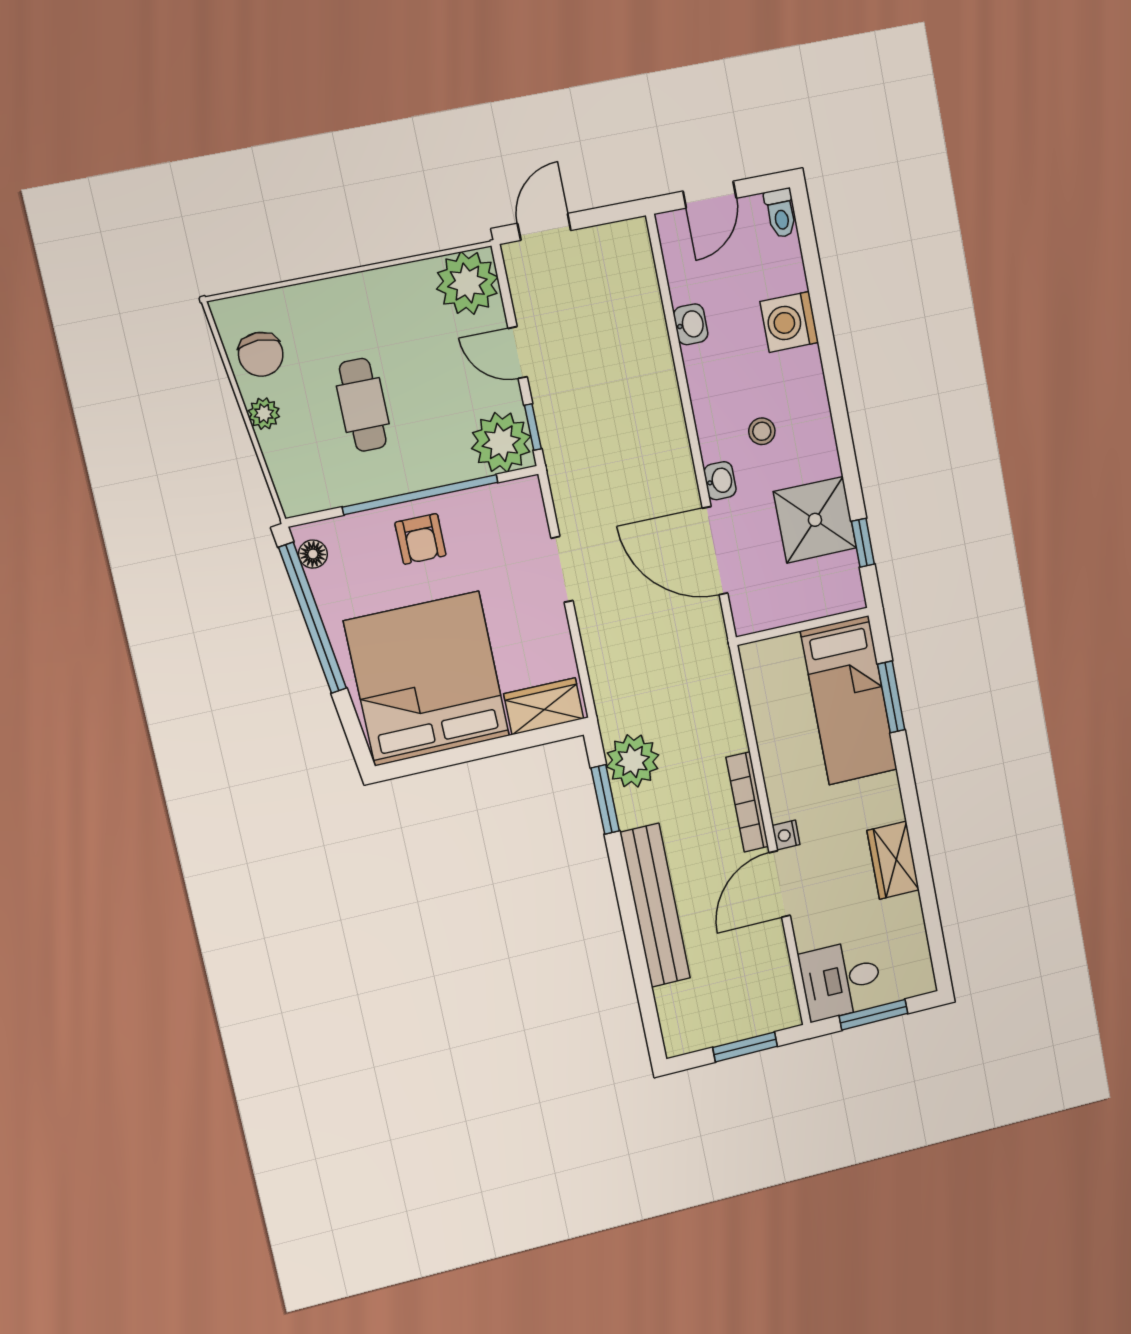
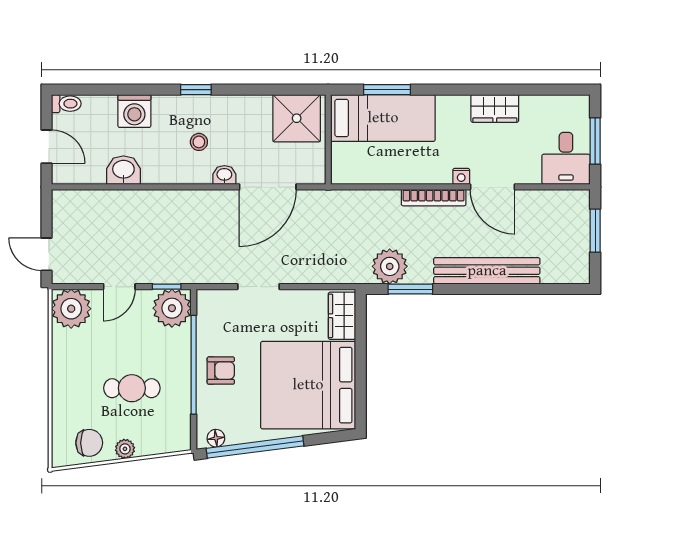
washbasin: (691, 324) -> (123, 170), width x1.38, depth x1.45
shower: (815, 520) -> (297, 118), moved
window: (863, 543) -> (196, 90), moved

